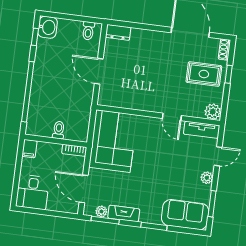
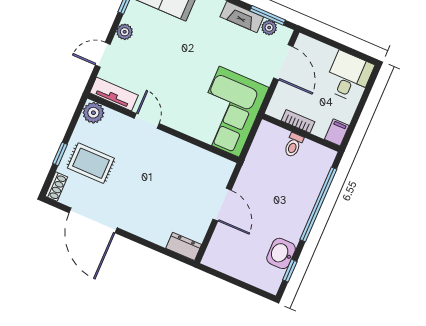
washbasin: (48, 27) -> (281, 253), moved
toilet: (88, 31) -> (221, 259), removed
bookcase: (74, 150) -> (298, 121), moved

